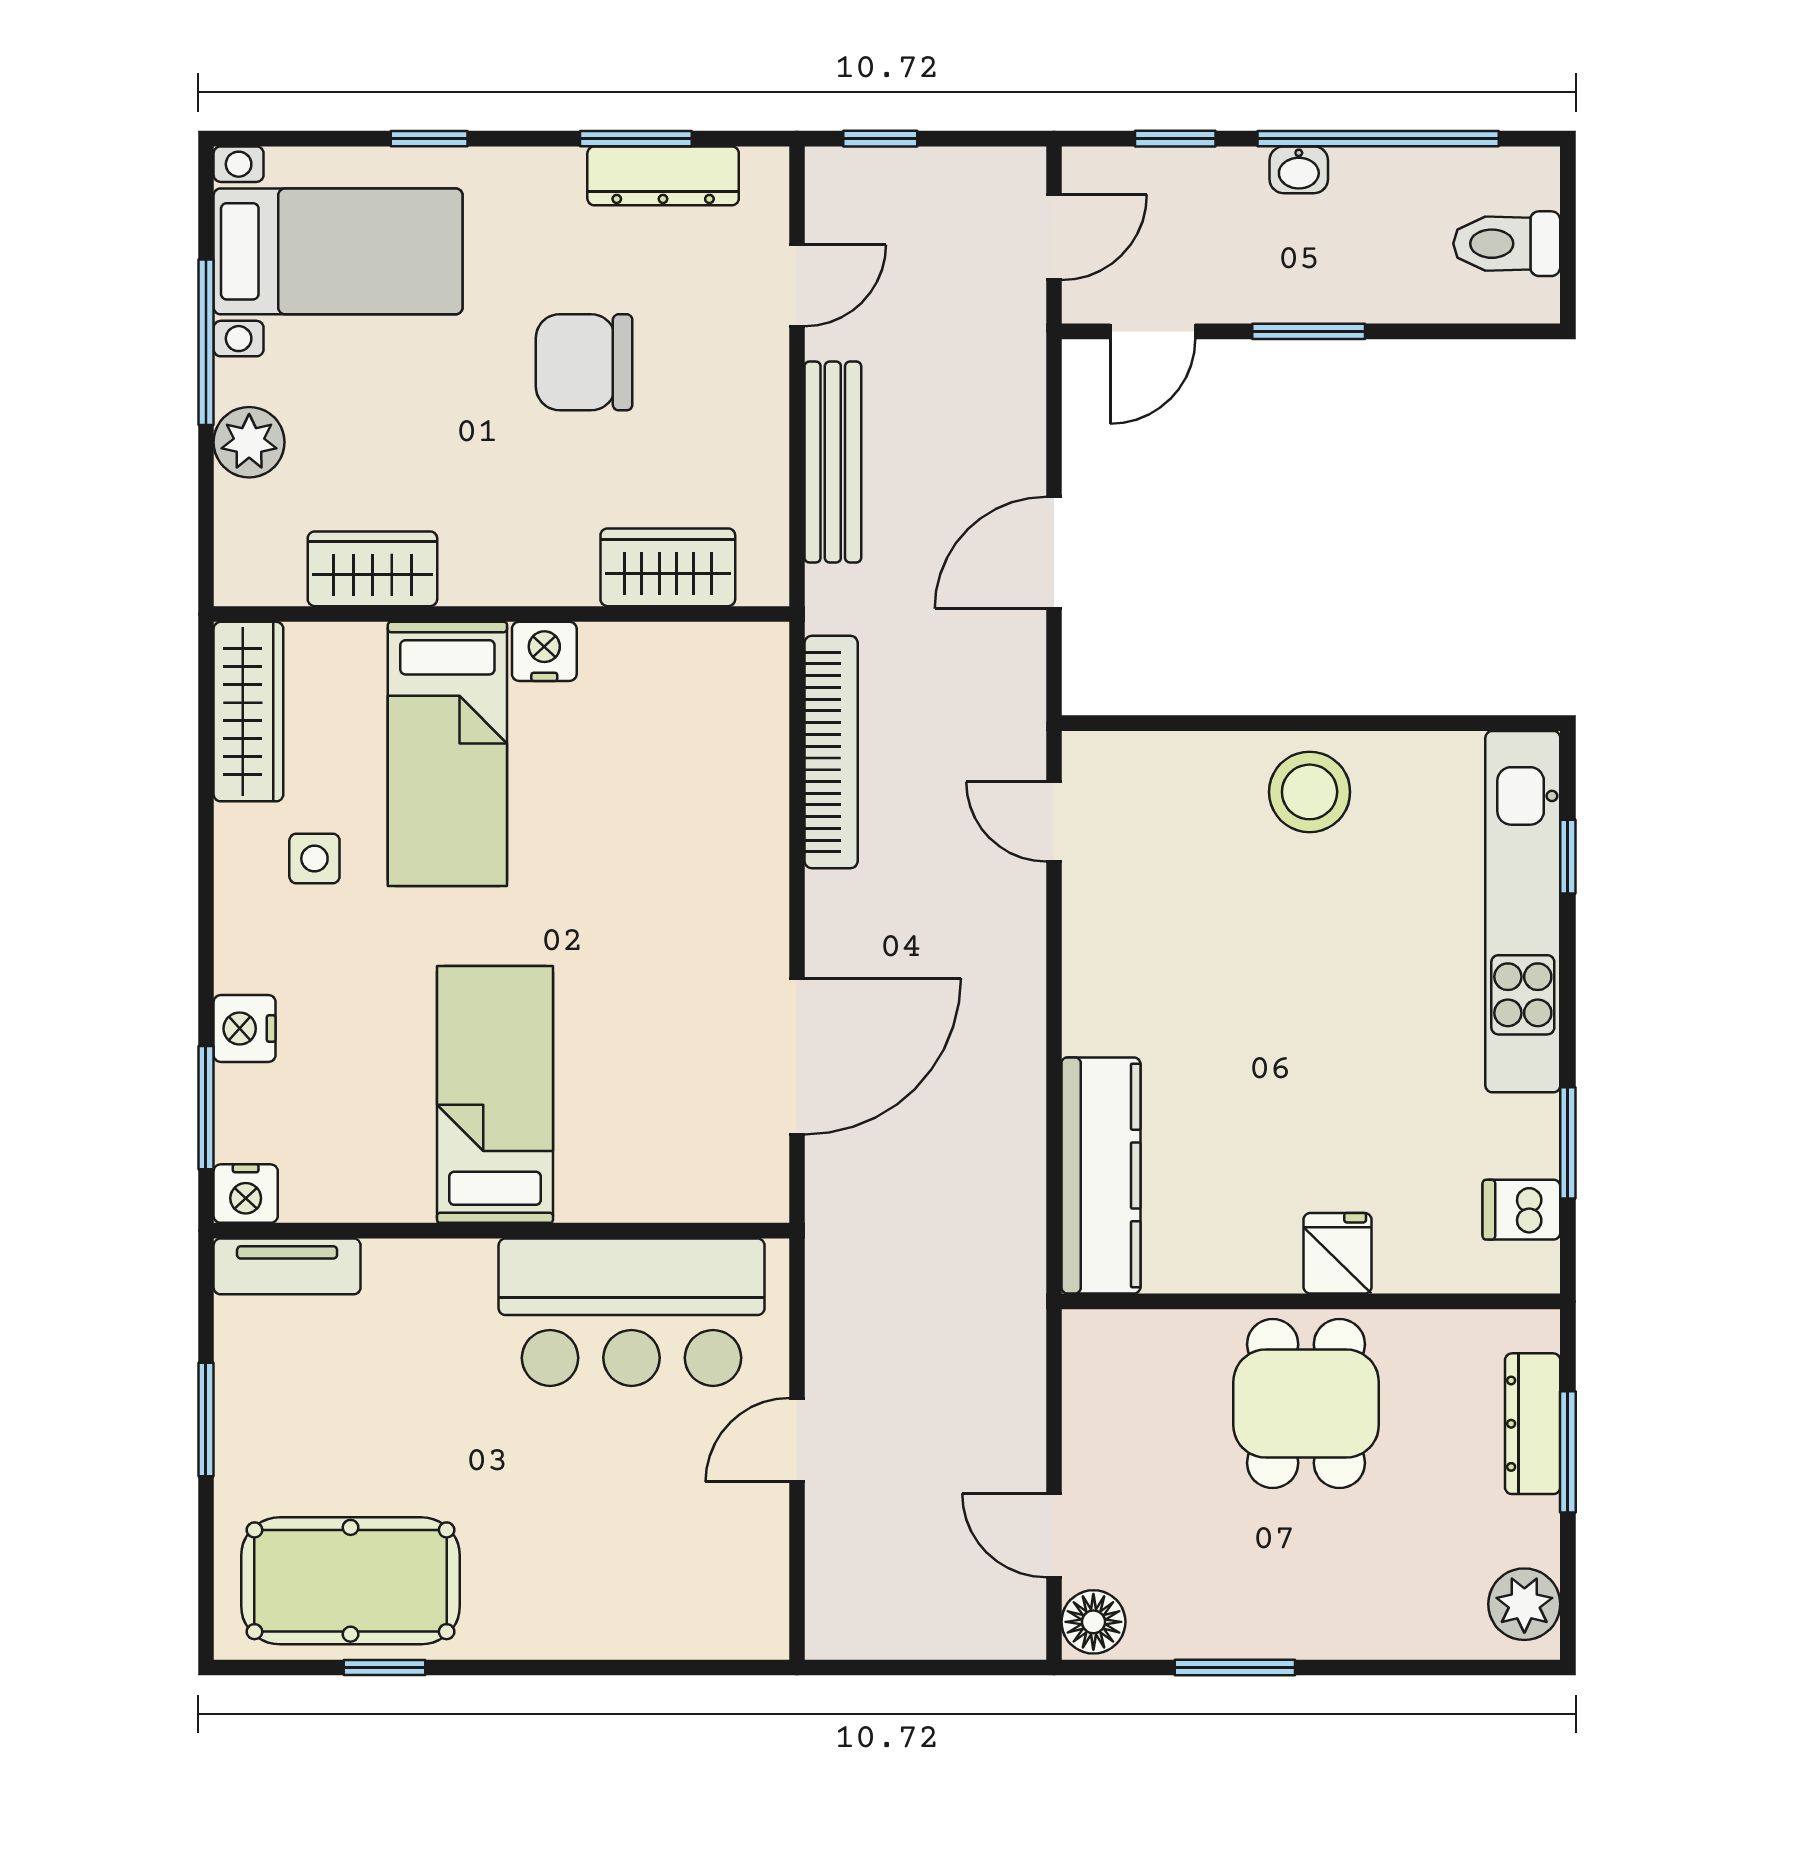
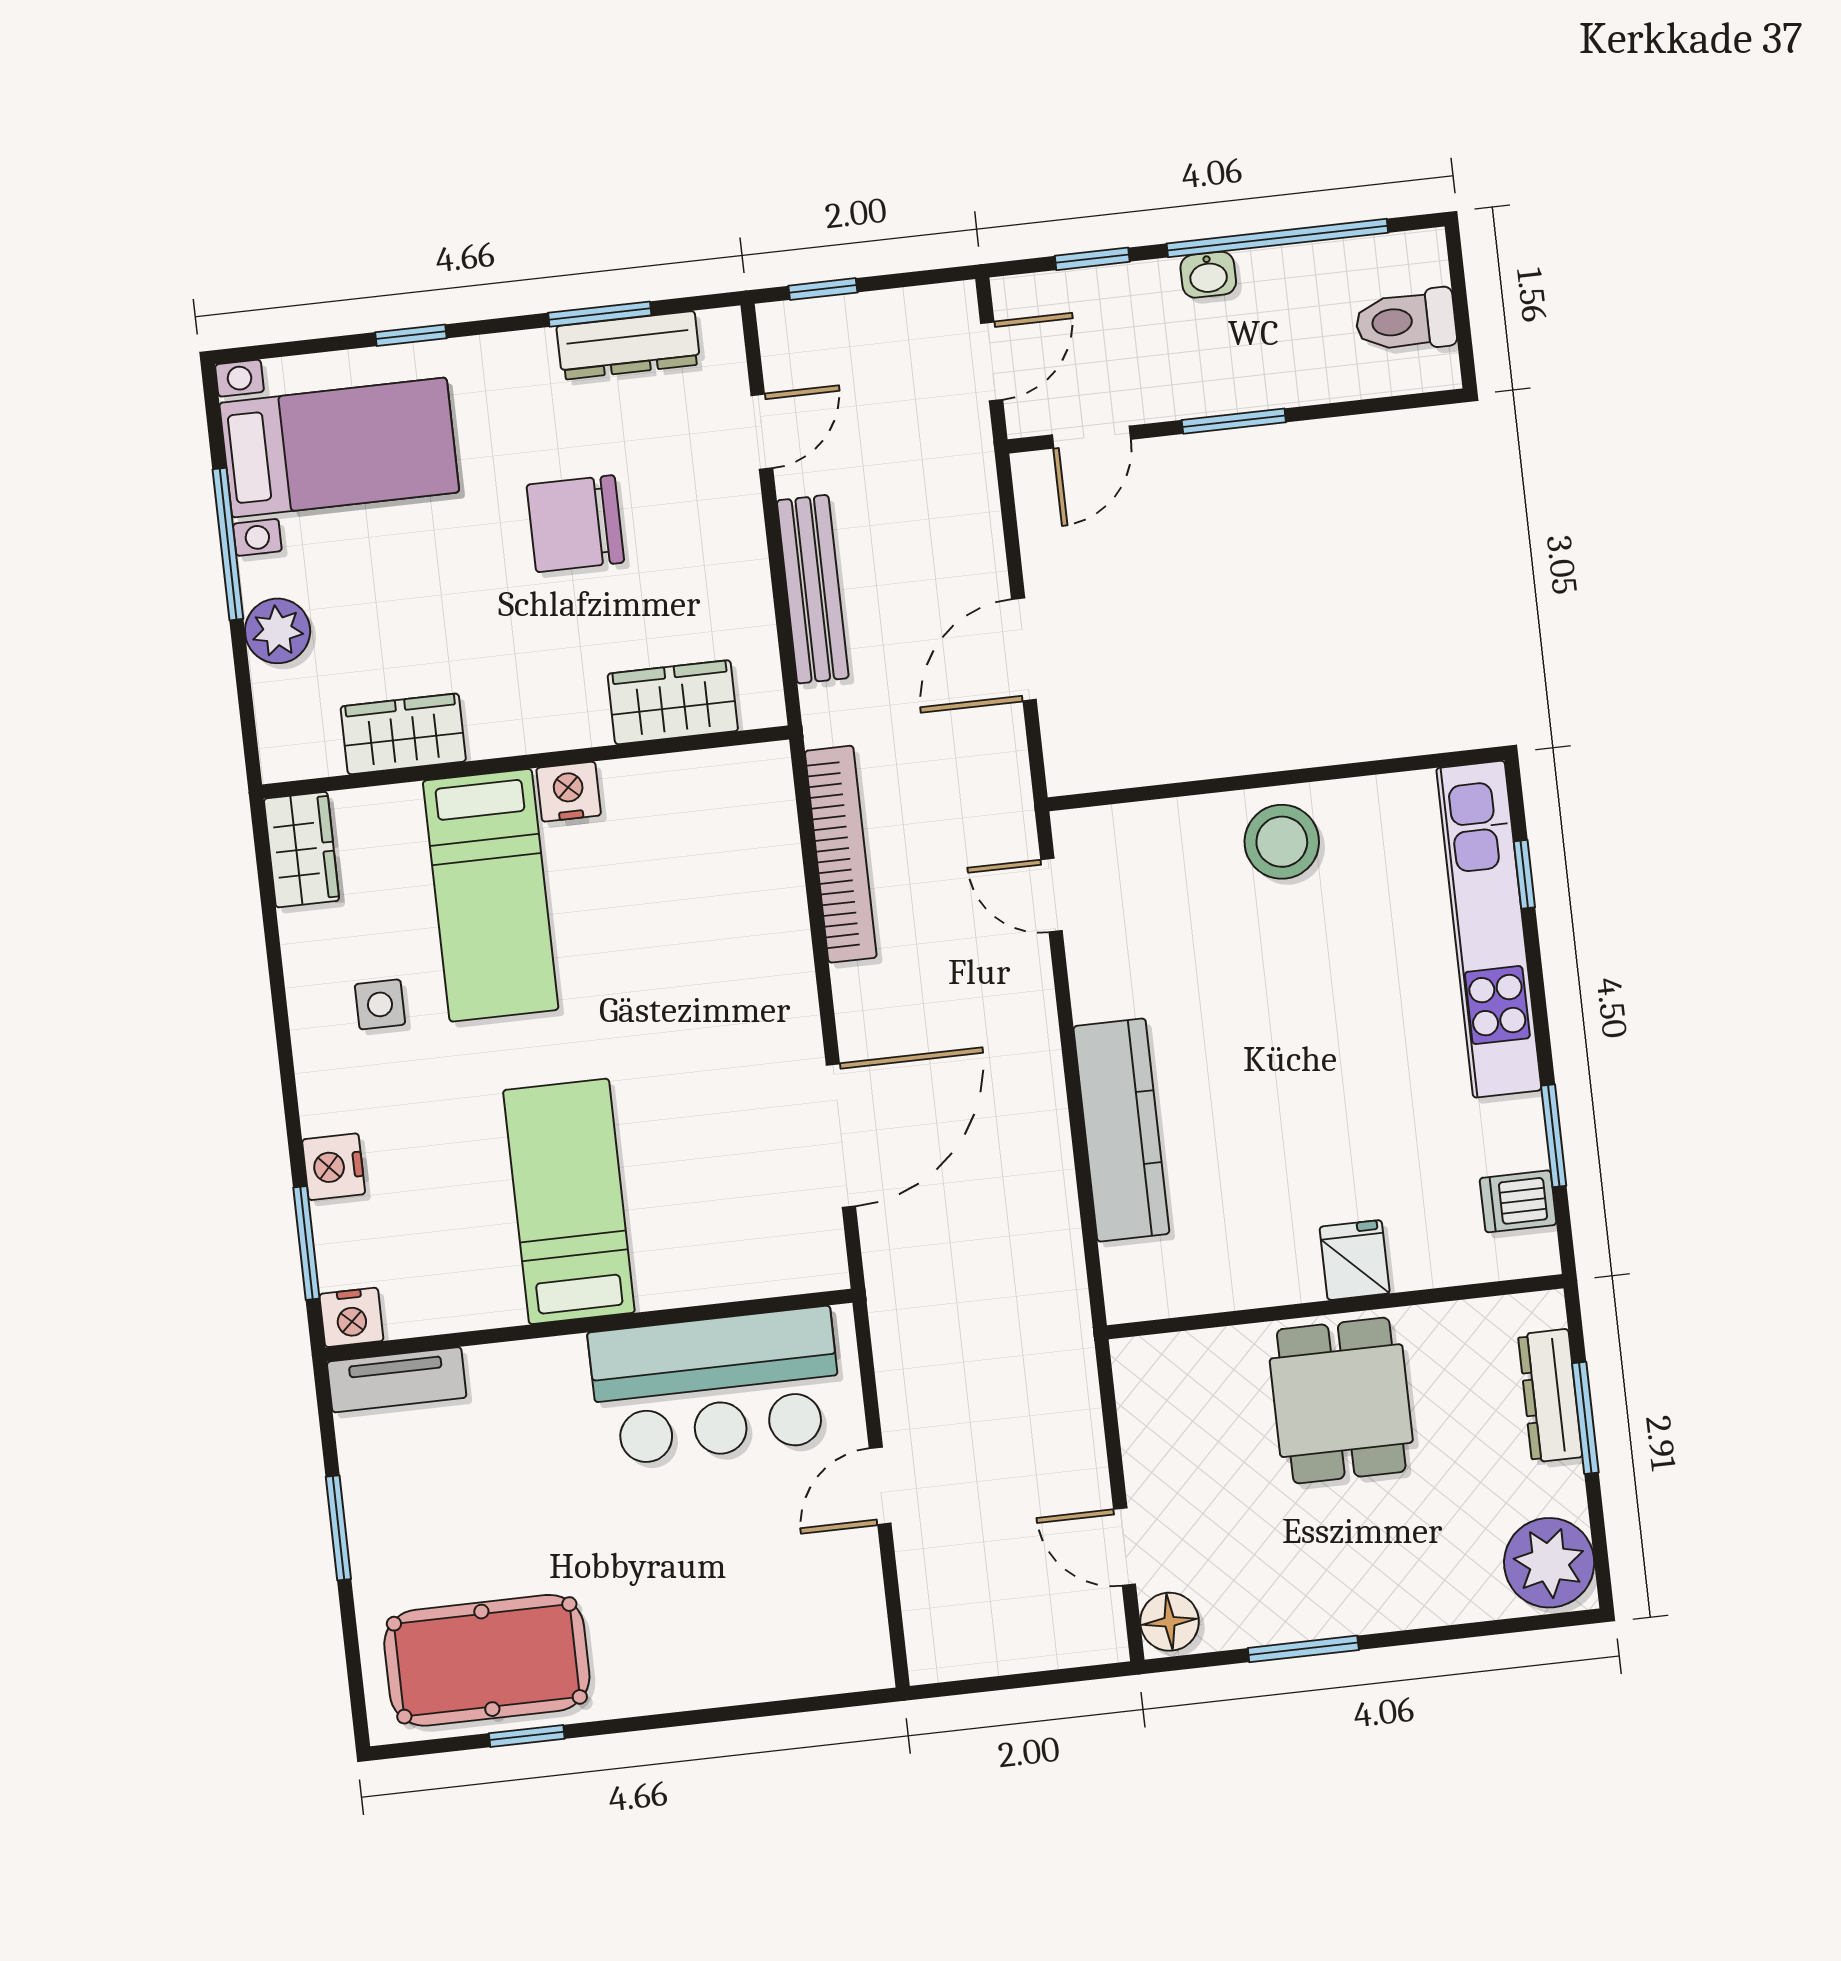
wardrobe: (248, 712) -> (302, 850), width x0.67
kitchen counter: (1101, 1175) -> (1121, 1130), moved
plant: (1524, 1604) -> (1549, 1563), width x1.36, depth x1.36

